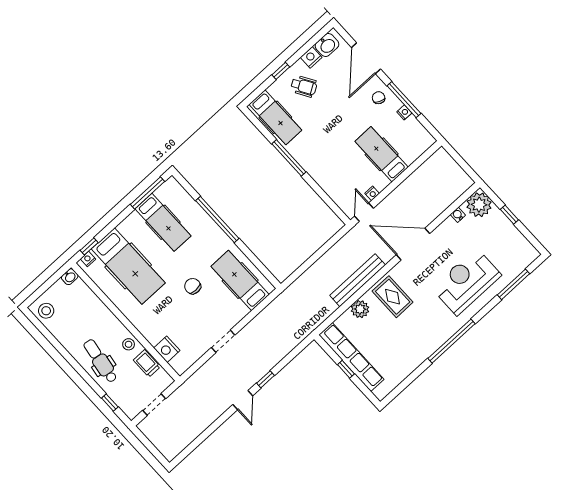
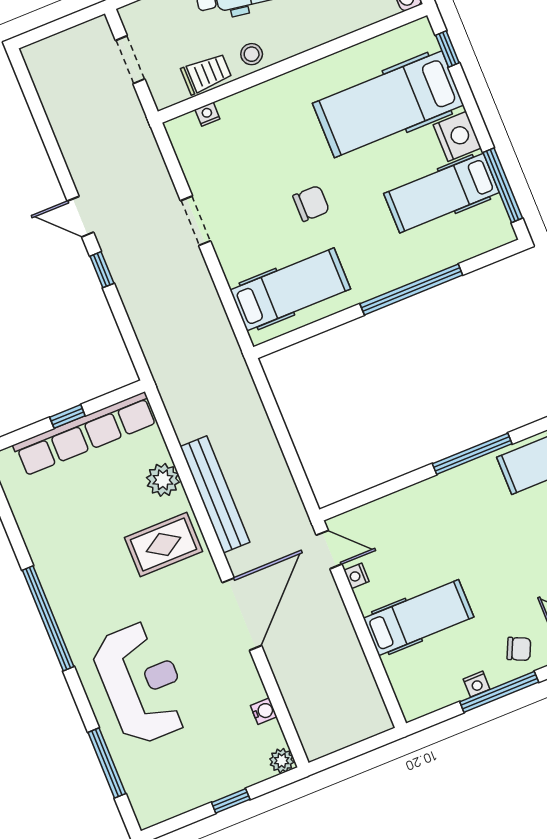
plant: (479, 205) -> (282, 761), width x0.53, depth x0.53
nightstand: (88, 259) -> (457, 136), moved, width x1.89, depth x1.79
nightstand: (167, 349) -> (207, 114), width x0.53, depth x0.56

